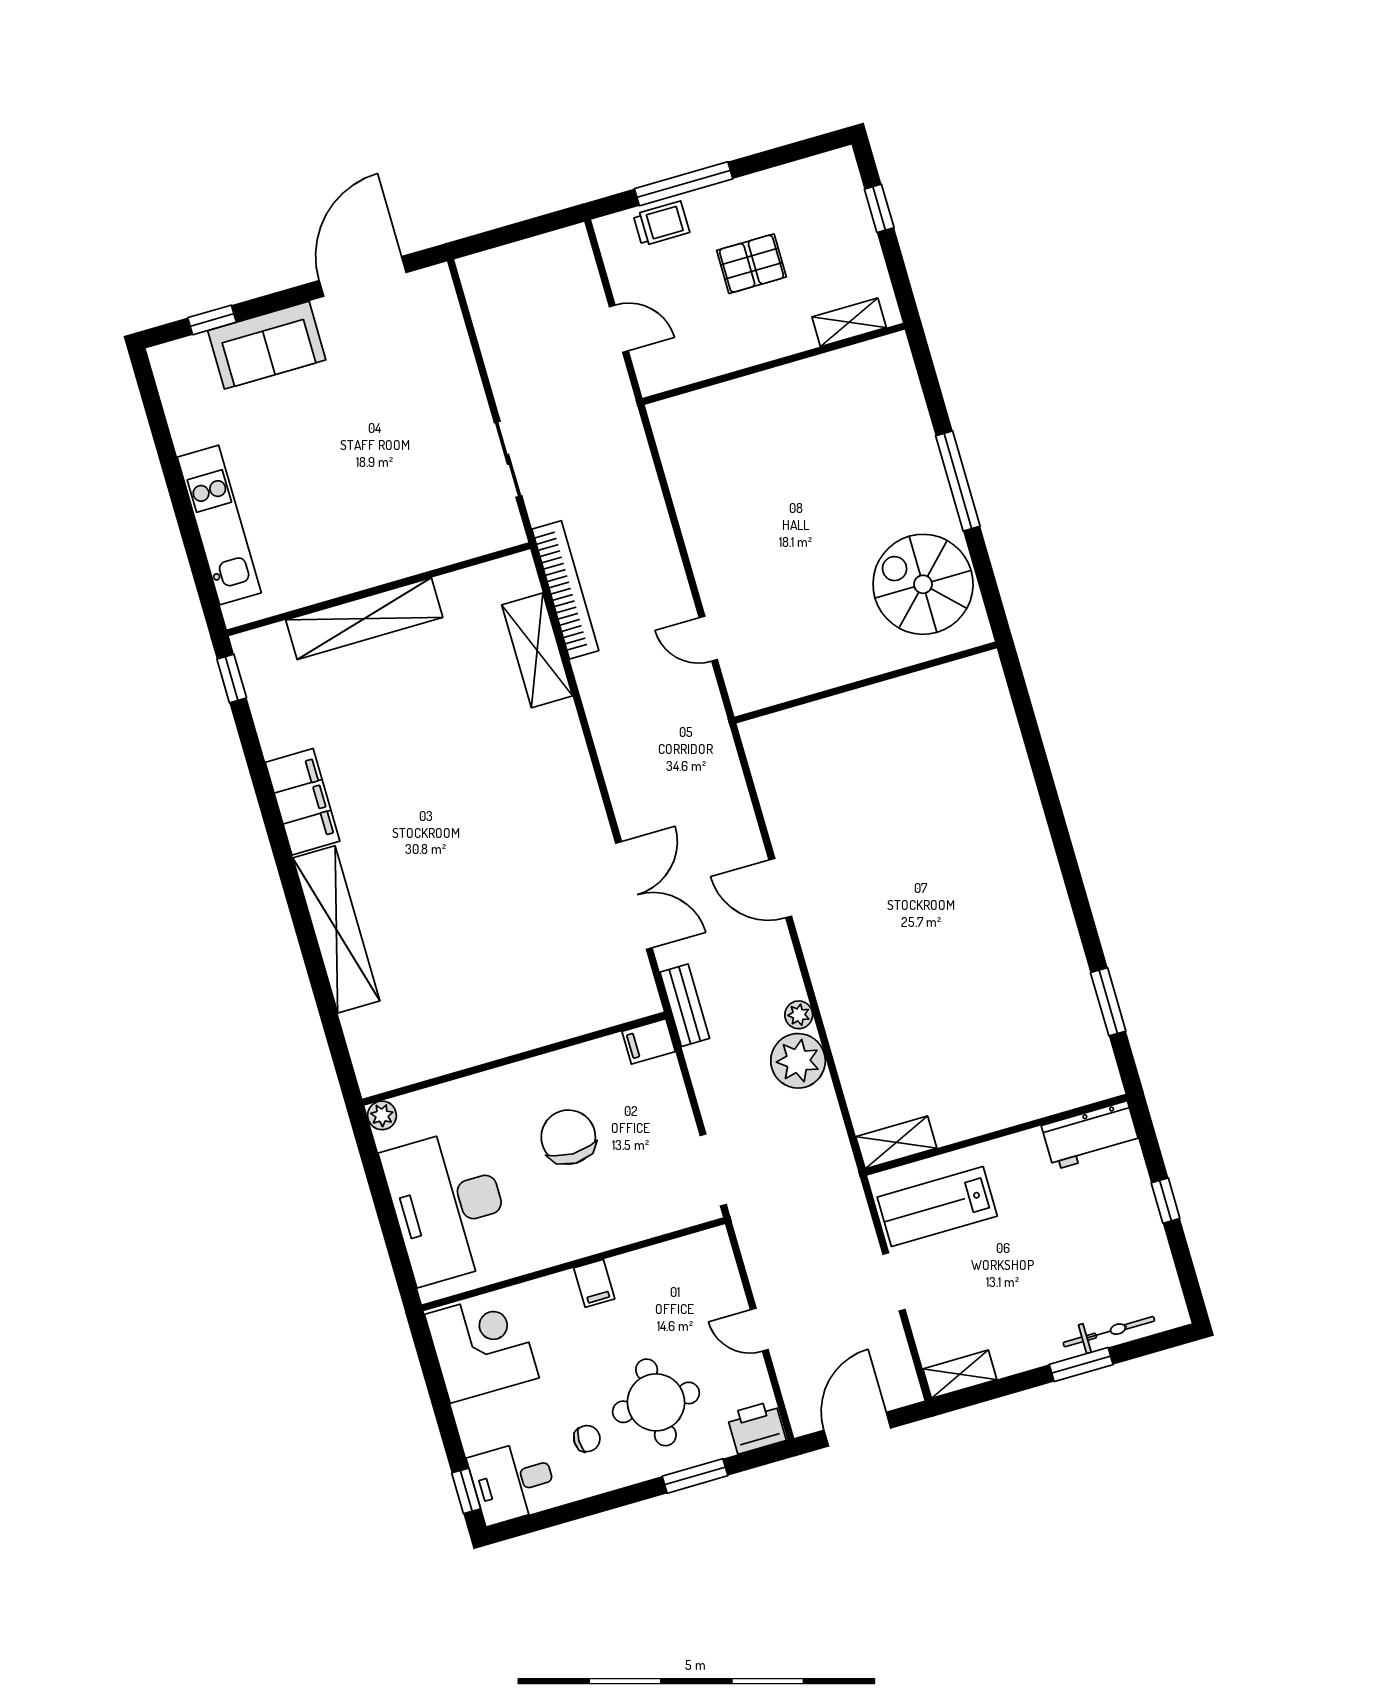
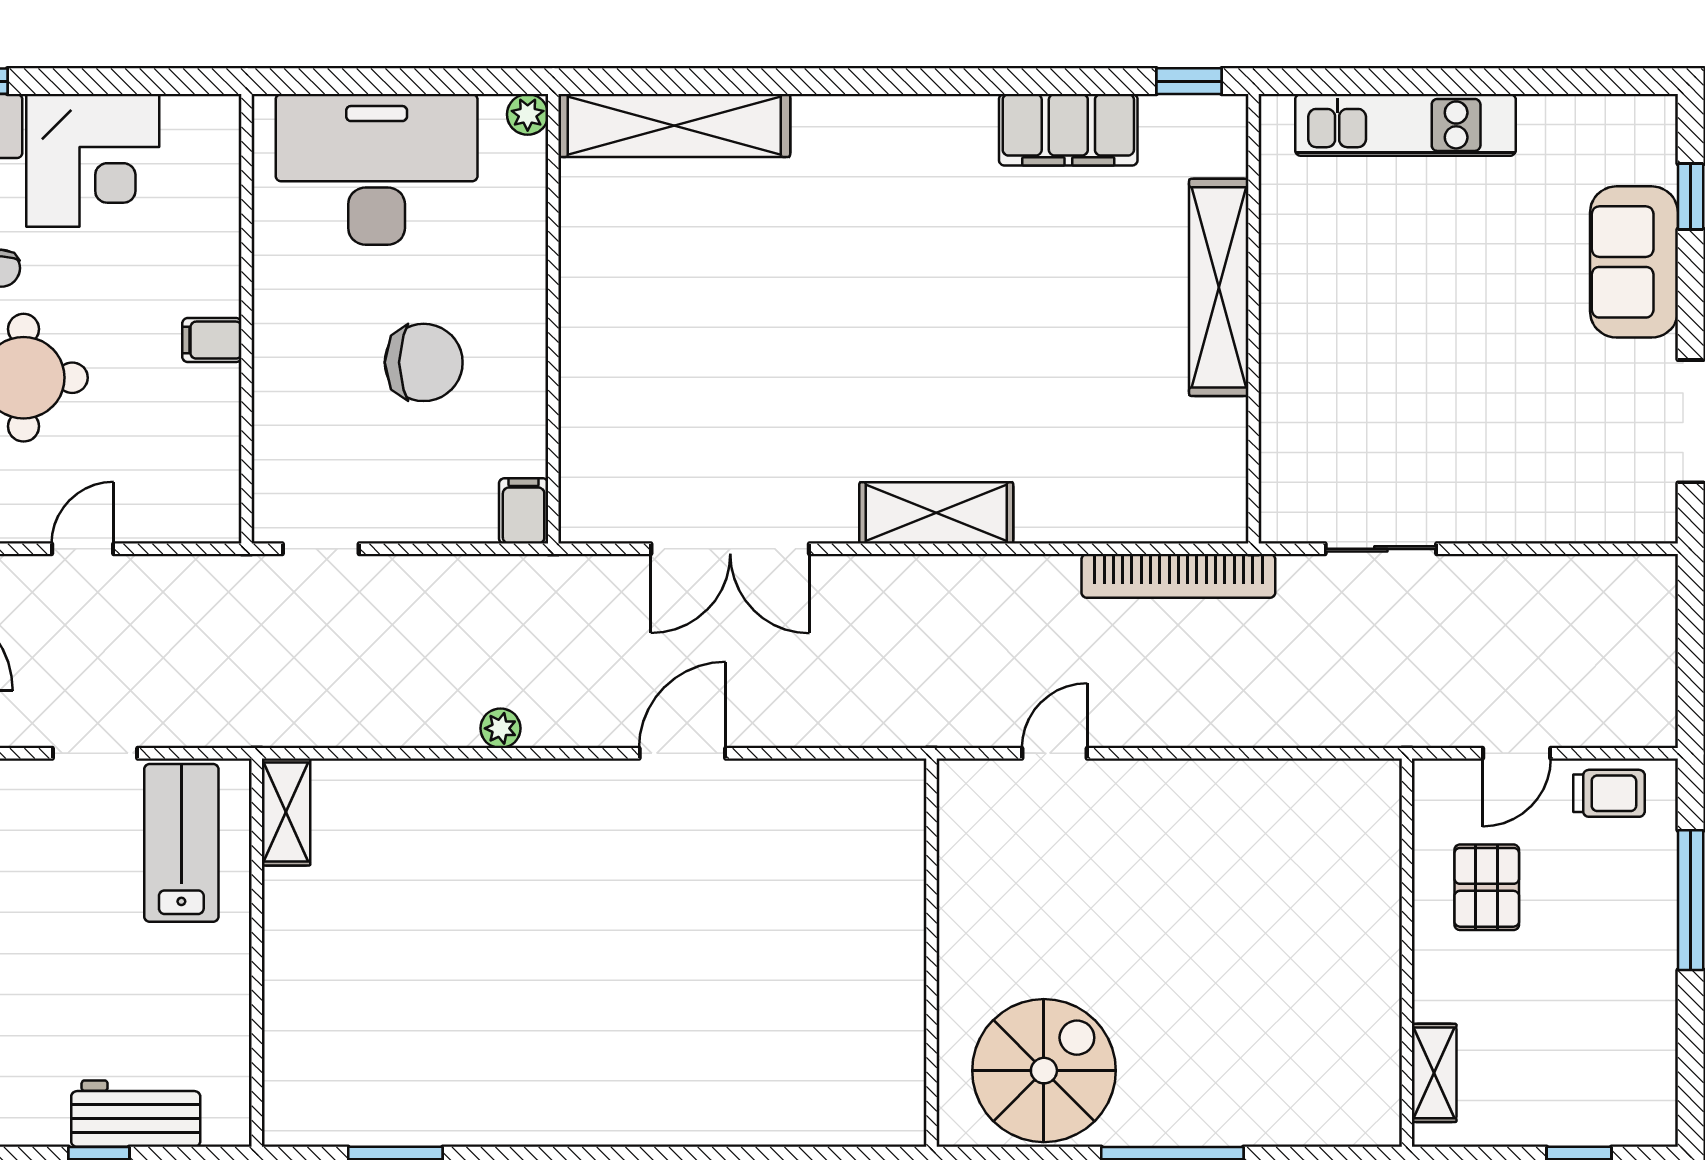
trolley: (661, 224) -> (1609, 793), moved, turned -90
pallet: (752, 264) -> (1487, 887), moved
shelving: (537, 650) -> (936, 513), moved
filing cabinet: (303, 802) -> (1068, 130), moved
shelving: (336, 929) -> (674, 125), moved
bench: (685, 1005) -> (559, 575), removed
plant: (798, 1061) -> (437, 709), removed
workbench: (1091, 1135) -> (136, 1114), moved, turned 90
doorway: (713, 1170) -> (321, 549), width x0.73
corner desk: (482, 1346) -> (93, 160), moved

